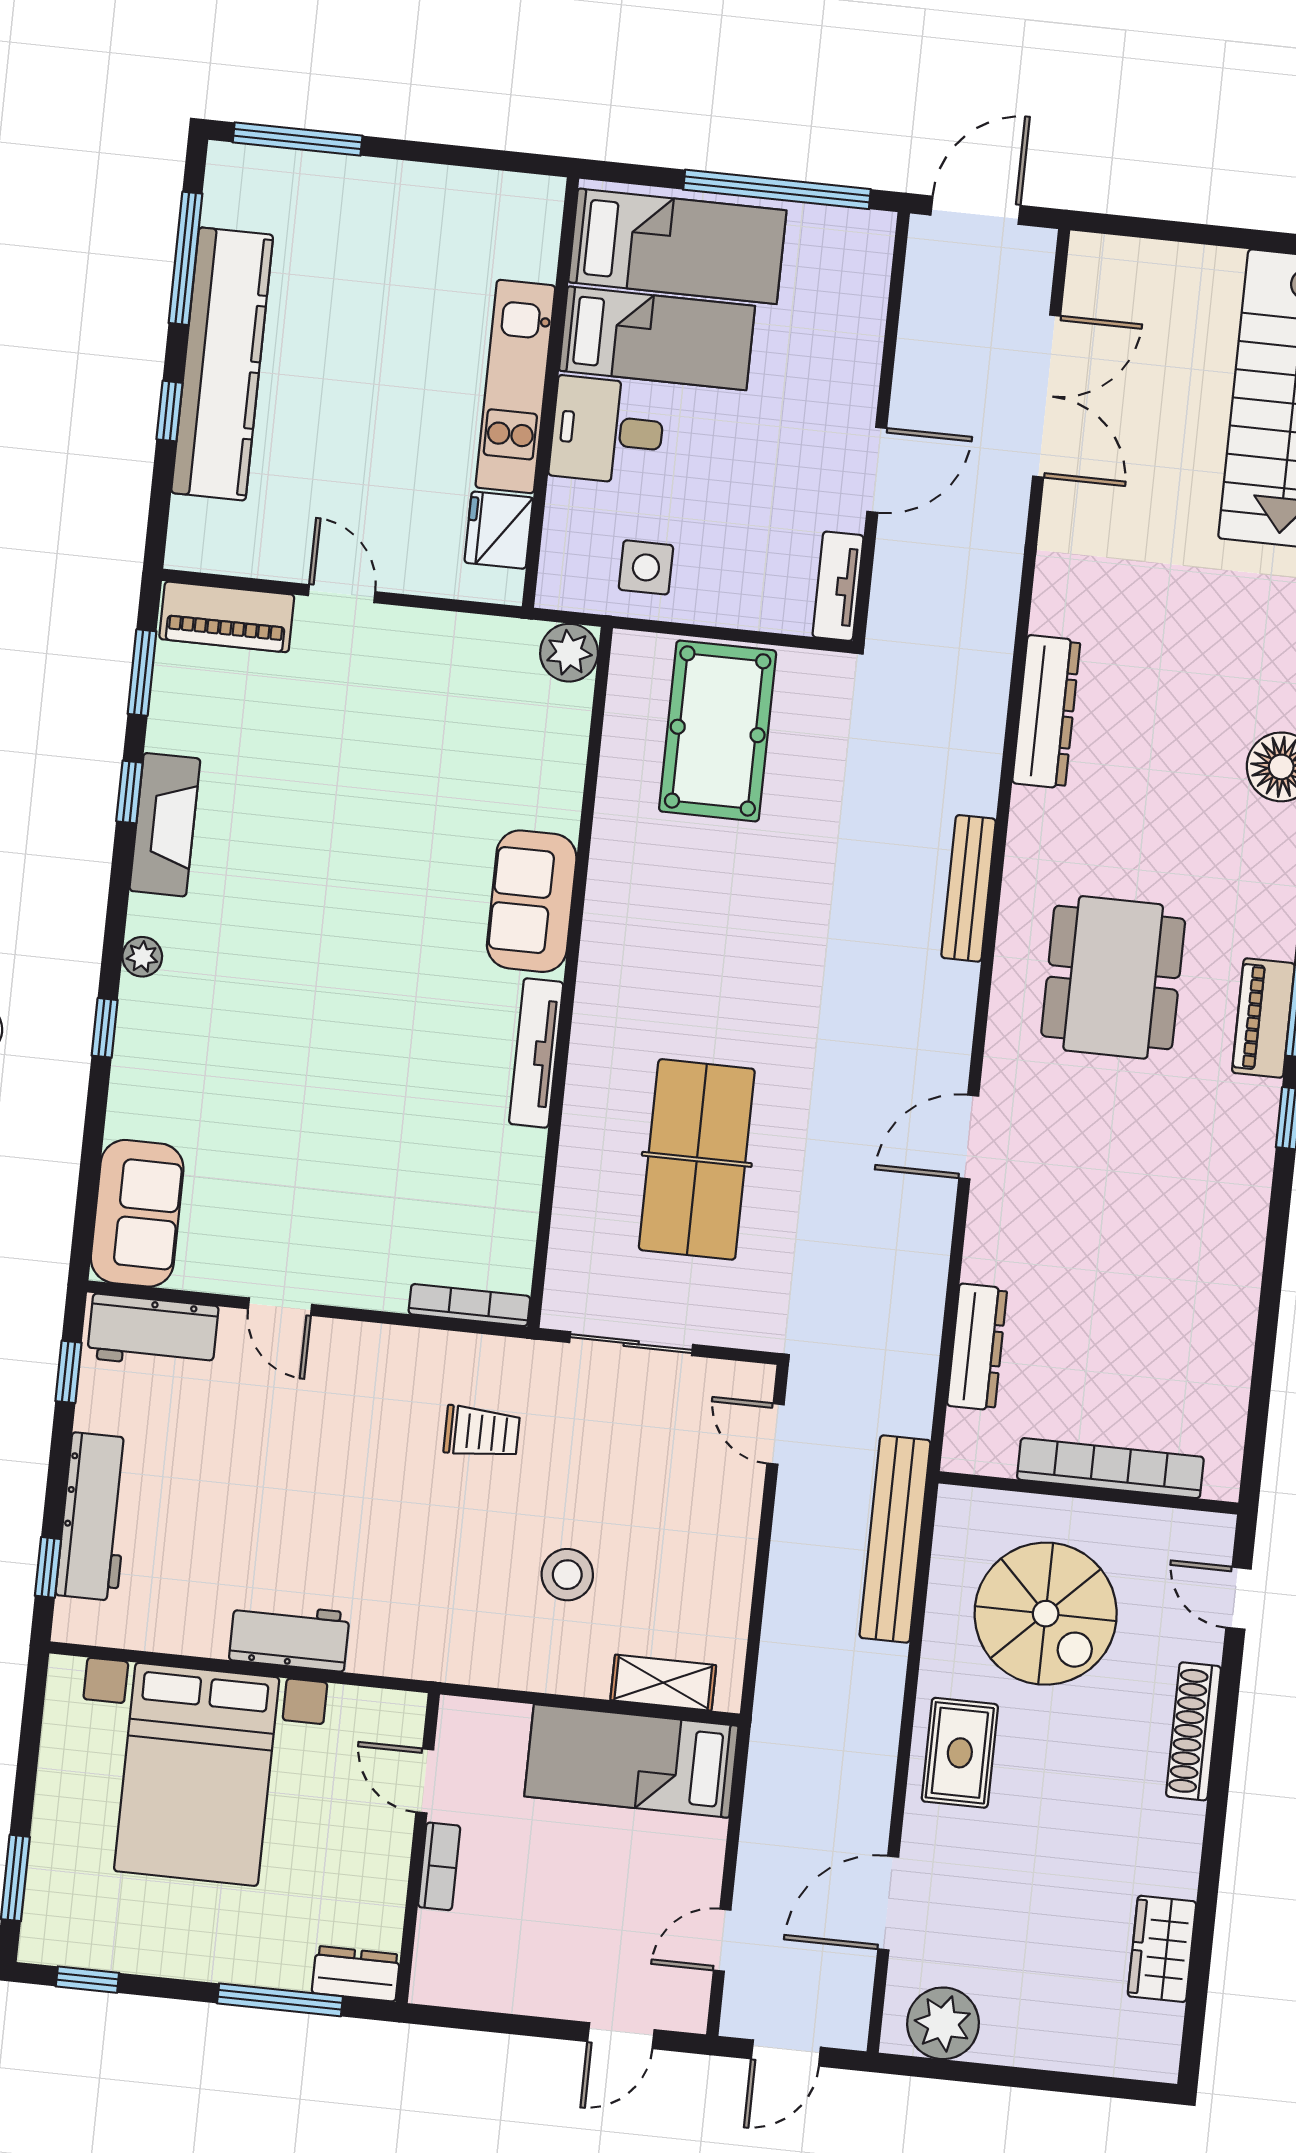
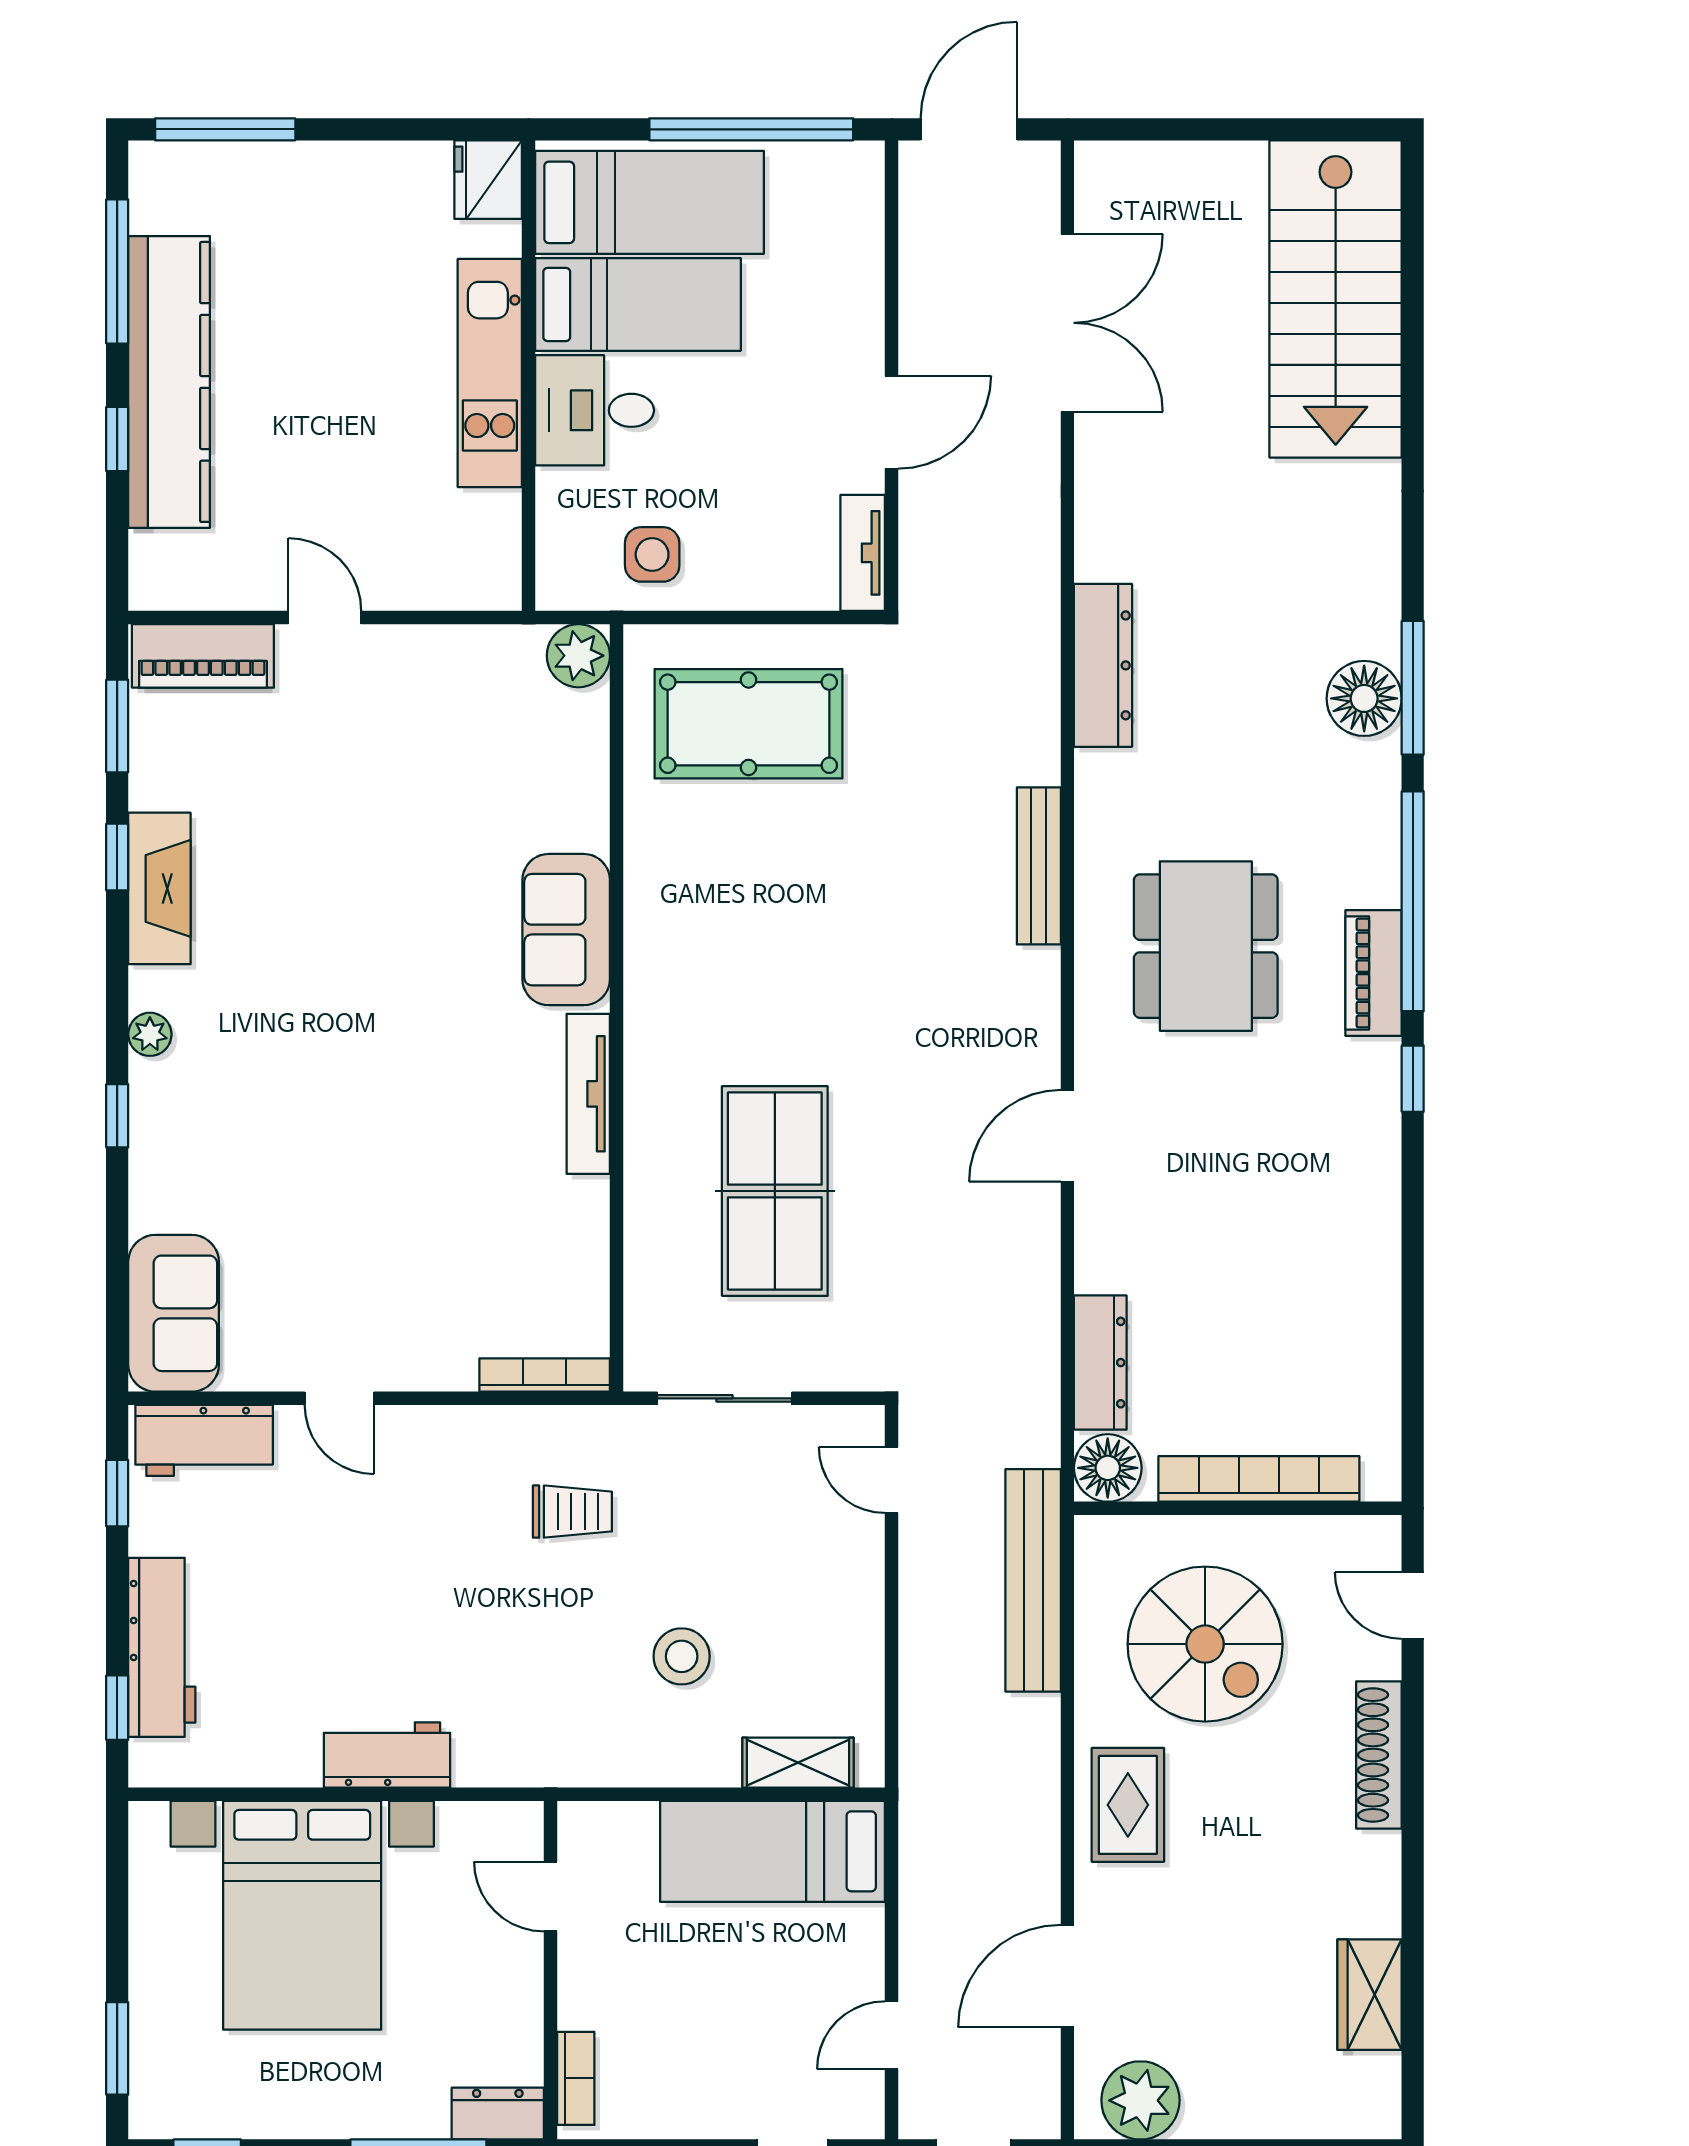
fridge: (499, 530) -> (488, 180), moved
pool table: (718, 731) -> (749, 724), turned 90
floor lamp: (974, 1444) -> (1108, 1468), added
bookcase: (439, 1866) -> (576, 2078), moved

